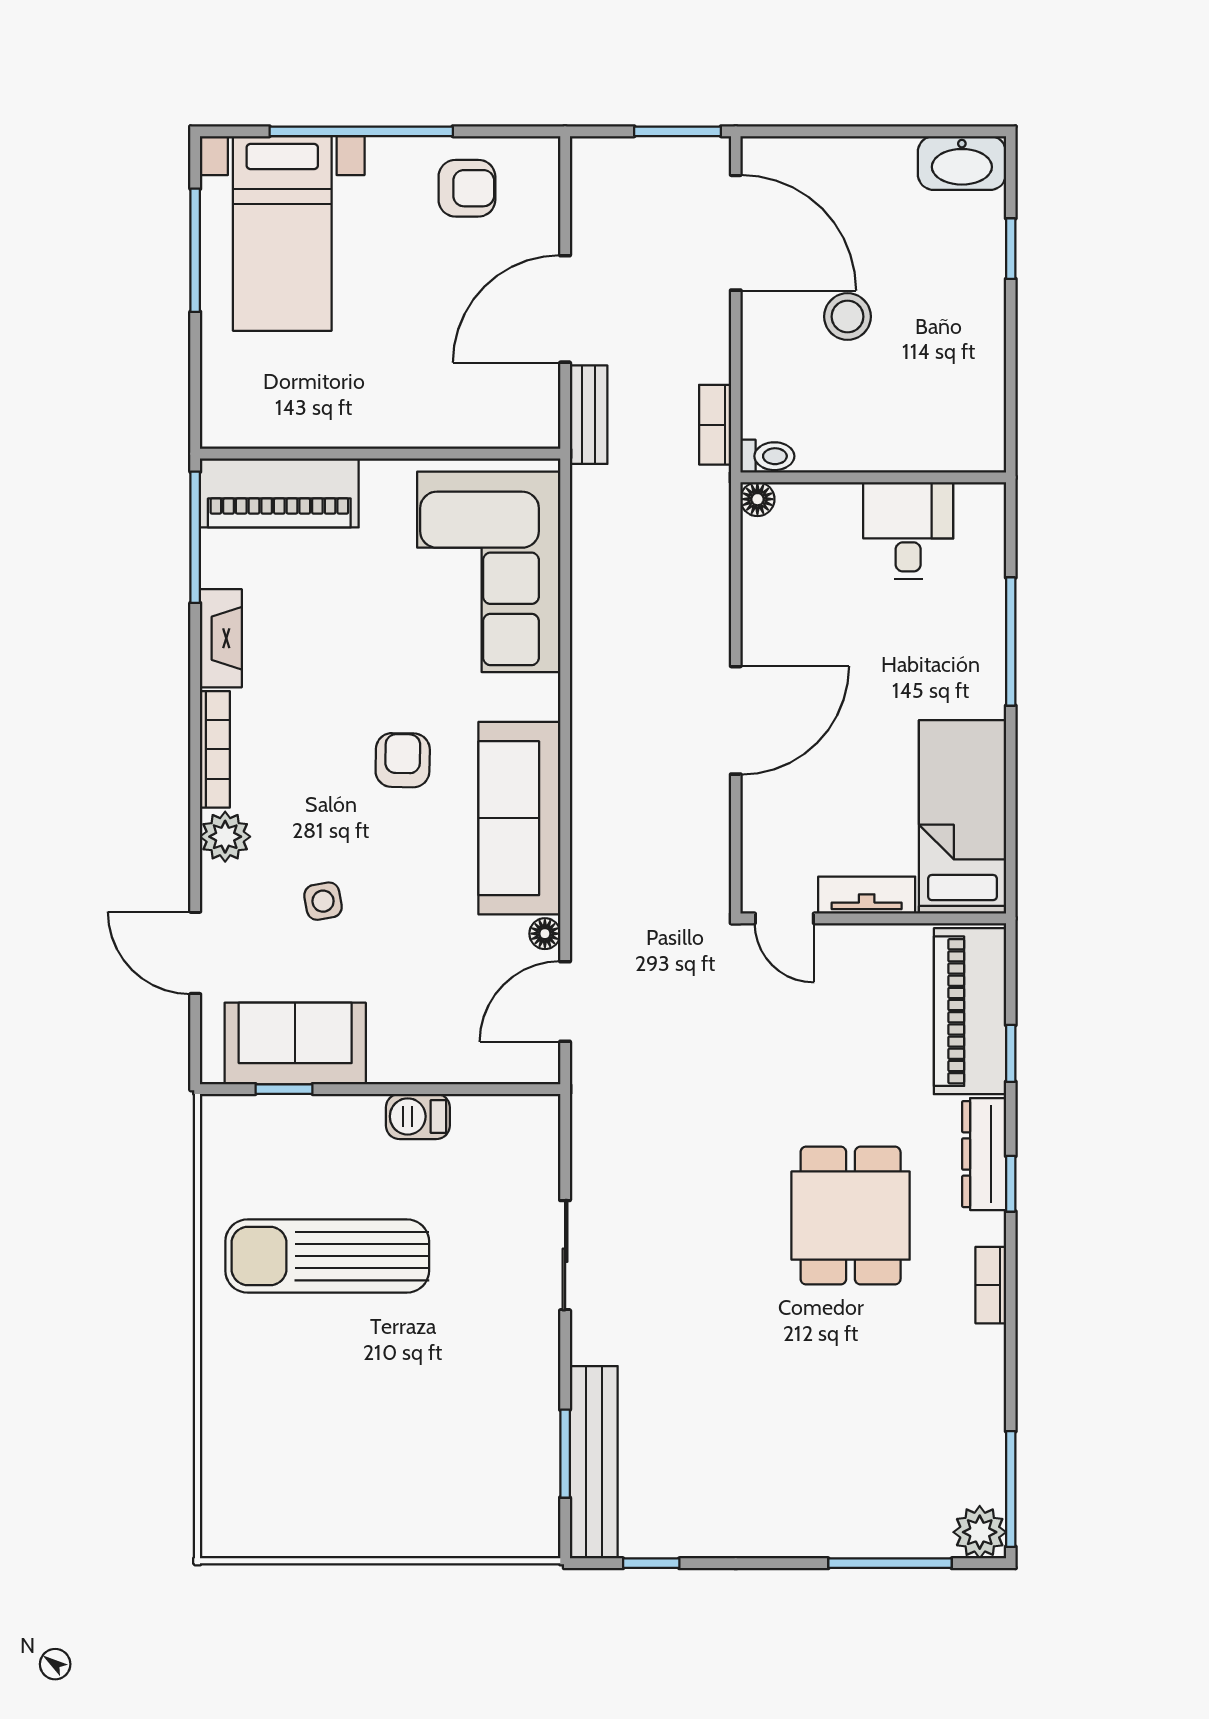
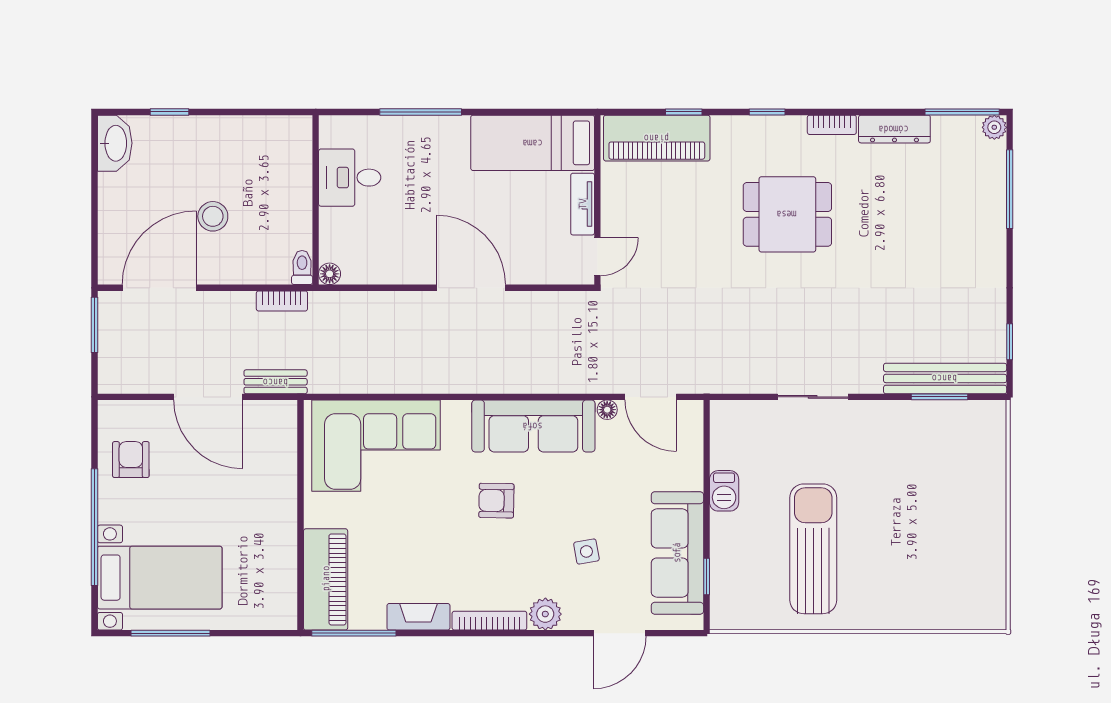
sofa: (295, 1043) -> (677, 553), width x1.36
dresser: (984, 1154) -> (894, 129), moved
sun lounger: (327, 1256) -> (813, 549), turned 180
plant: (980, 1532) -> (994, 127), width x0.73, depth x0.73

